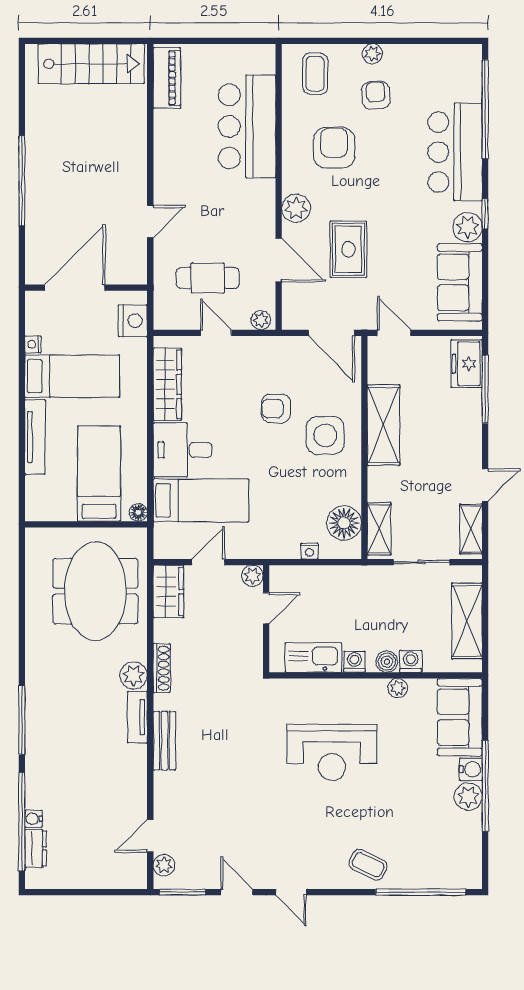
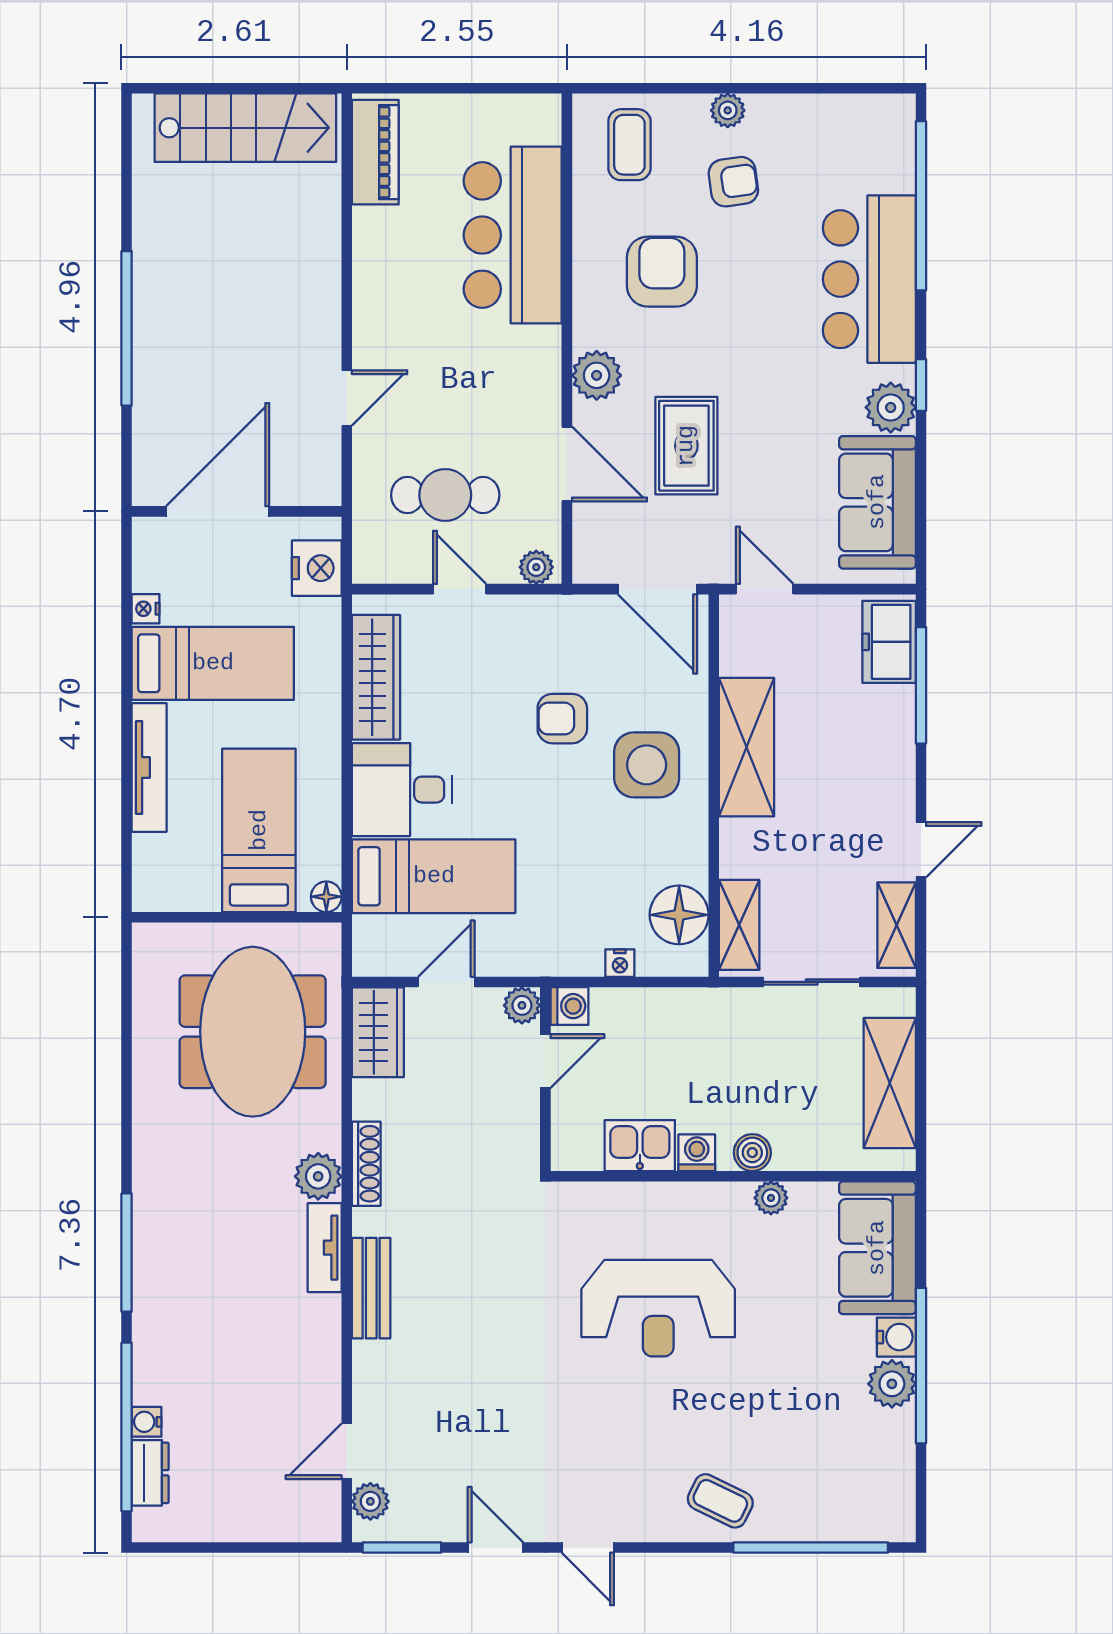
armchair: (376, 95) -> (733, 182), turned 86
kitchen sink: (314, 658) -> (640, 1146), width x0.73
washing machine: (411, 661) -> (569, 1006), moved, turned 90

